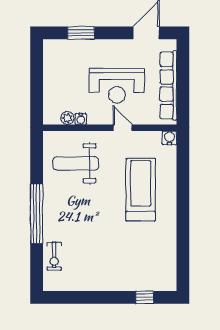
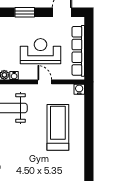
window: (81, 33) -> (25, 12), moved
reception desk: (117, 86) -> (41, 51), turned 180

